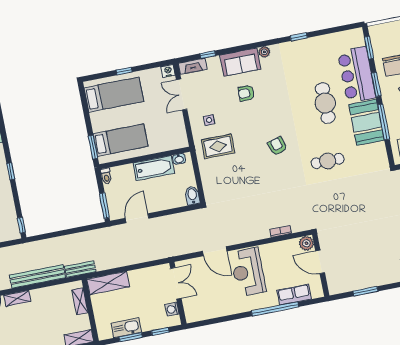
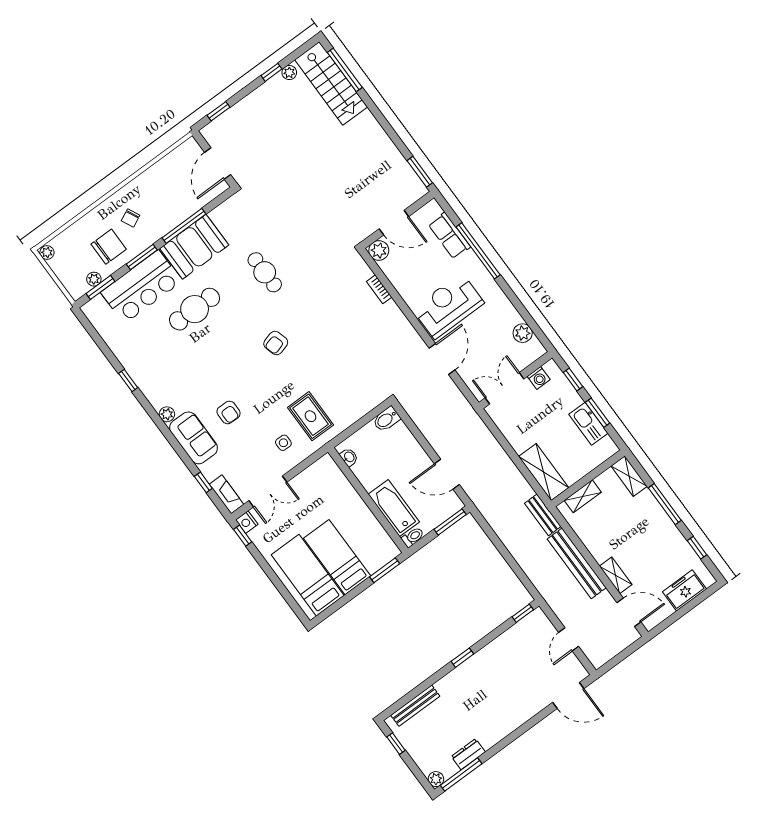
plant: (377, 46) -> (94, 279), added
window: (124, 71) -> (243, 536), moved
bed: (121, 140) -> (337, 557), moved
bathtub: (154, 168) -> (394, 508), moved
door: (320, 262) -> (394, 223), hinge flipped
reception desk: (248, 272) -> (448, 306), turned 180
window: (365, 291) -> (420, 172), moved
plant: (207, 313) -> (523, 333), added

